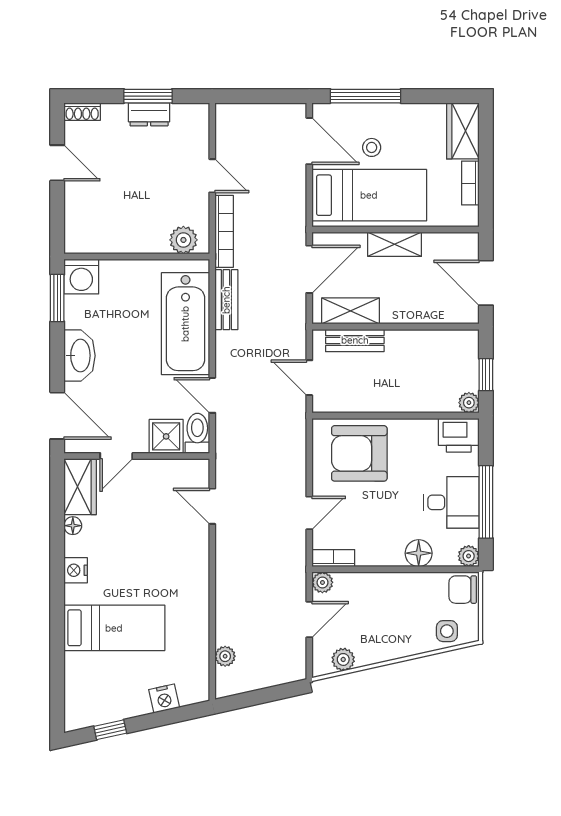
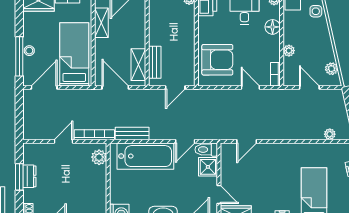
stool: (372, 147) -> (29, 51), moved
shelving: (395, 244) -> (101, 23), moved
armchair: (359, 453) -> (217, 60), turned -90
plant: (322, 582) -> (289, 51), moved

